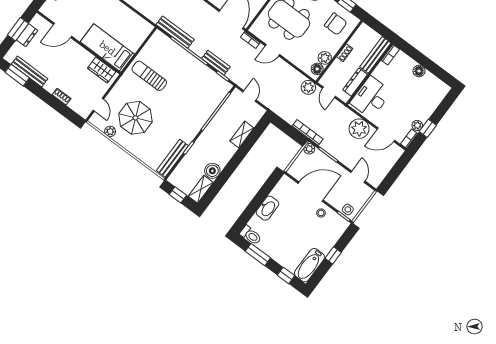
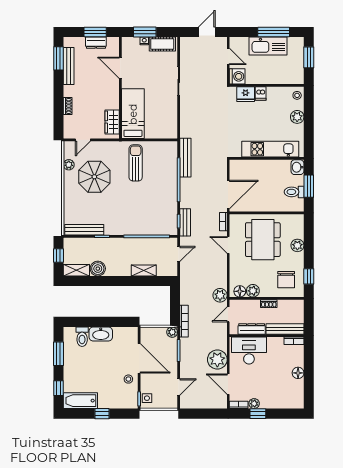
bench: (216, 63) -> (185, 222), moved
toilet: (251, 235) -> (82, 337), moved

